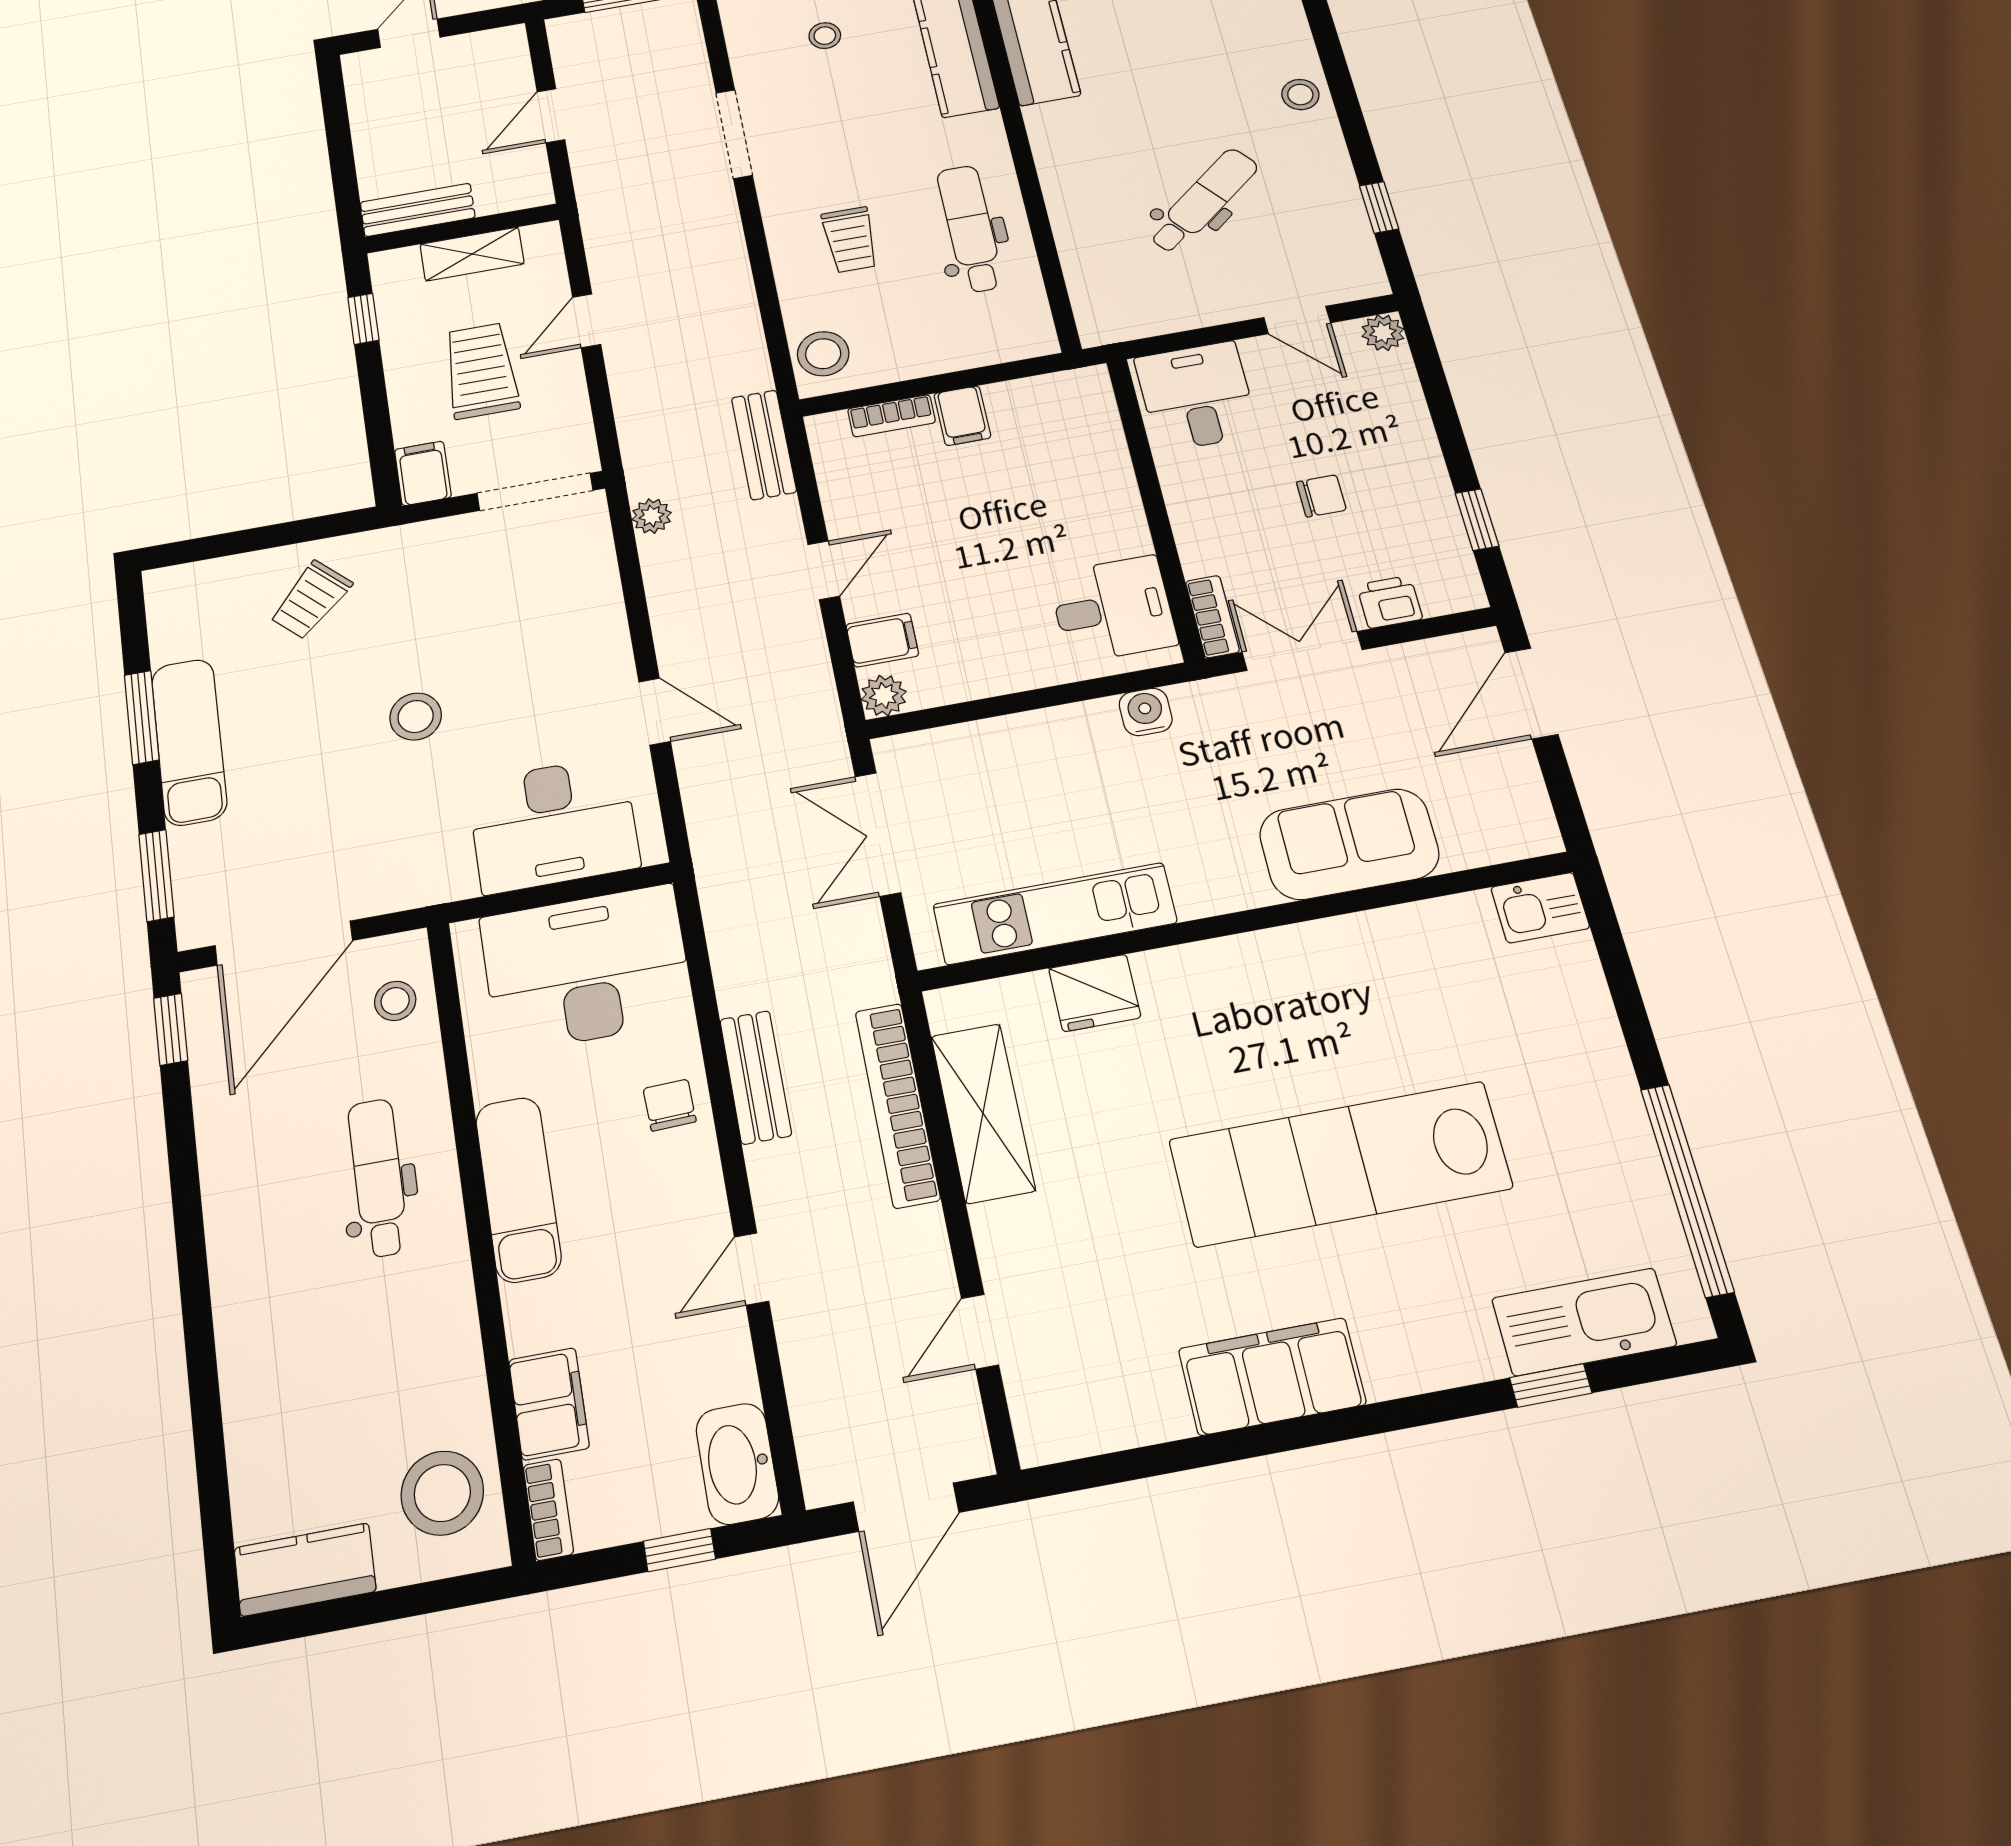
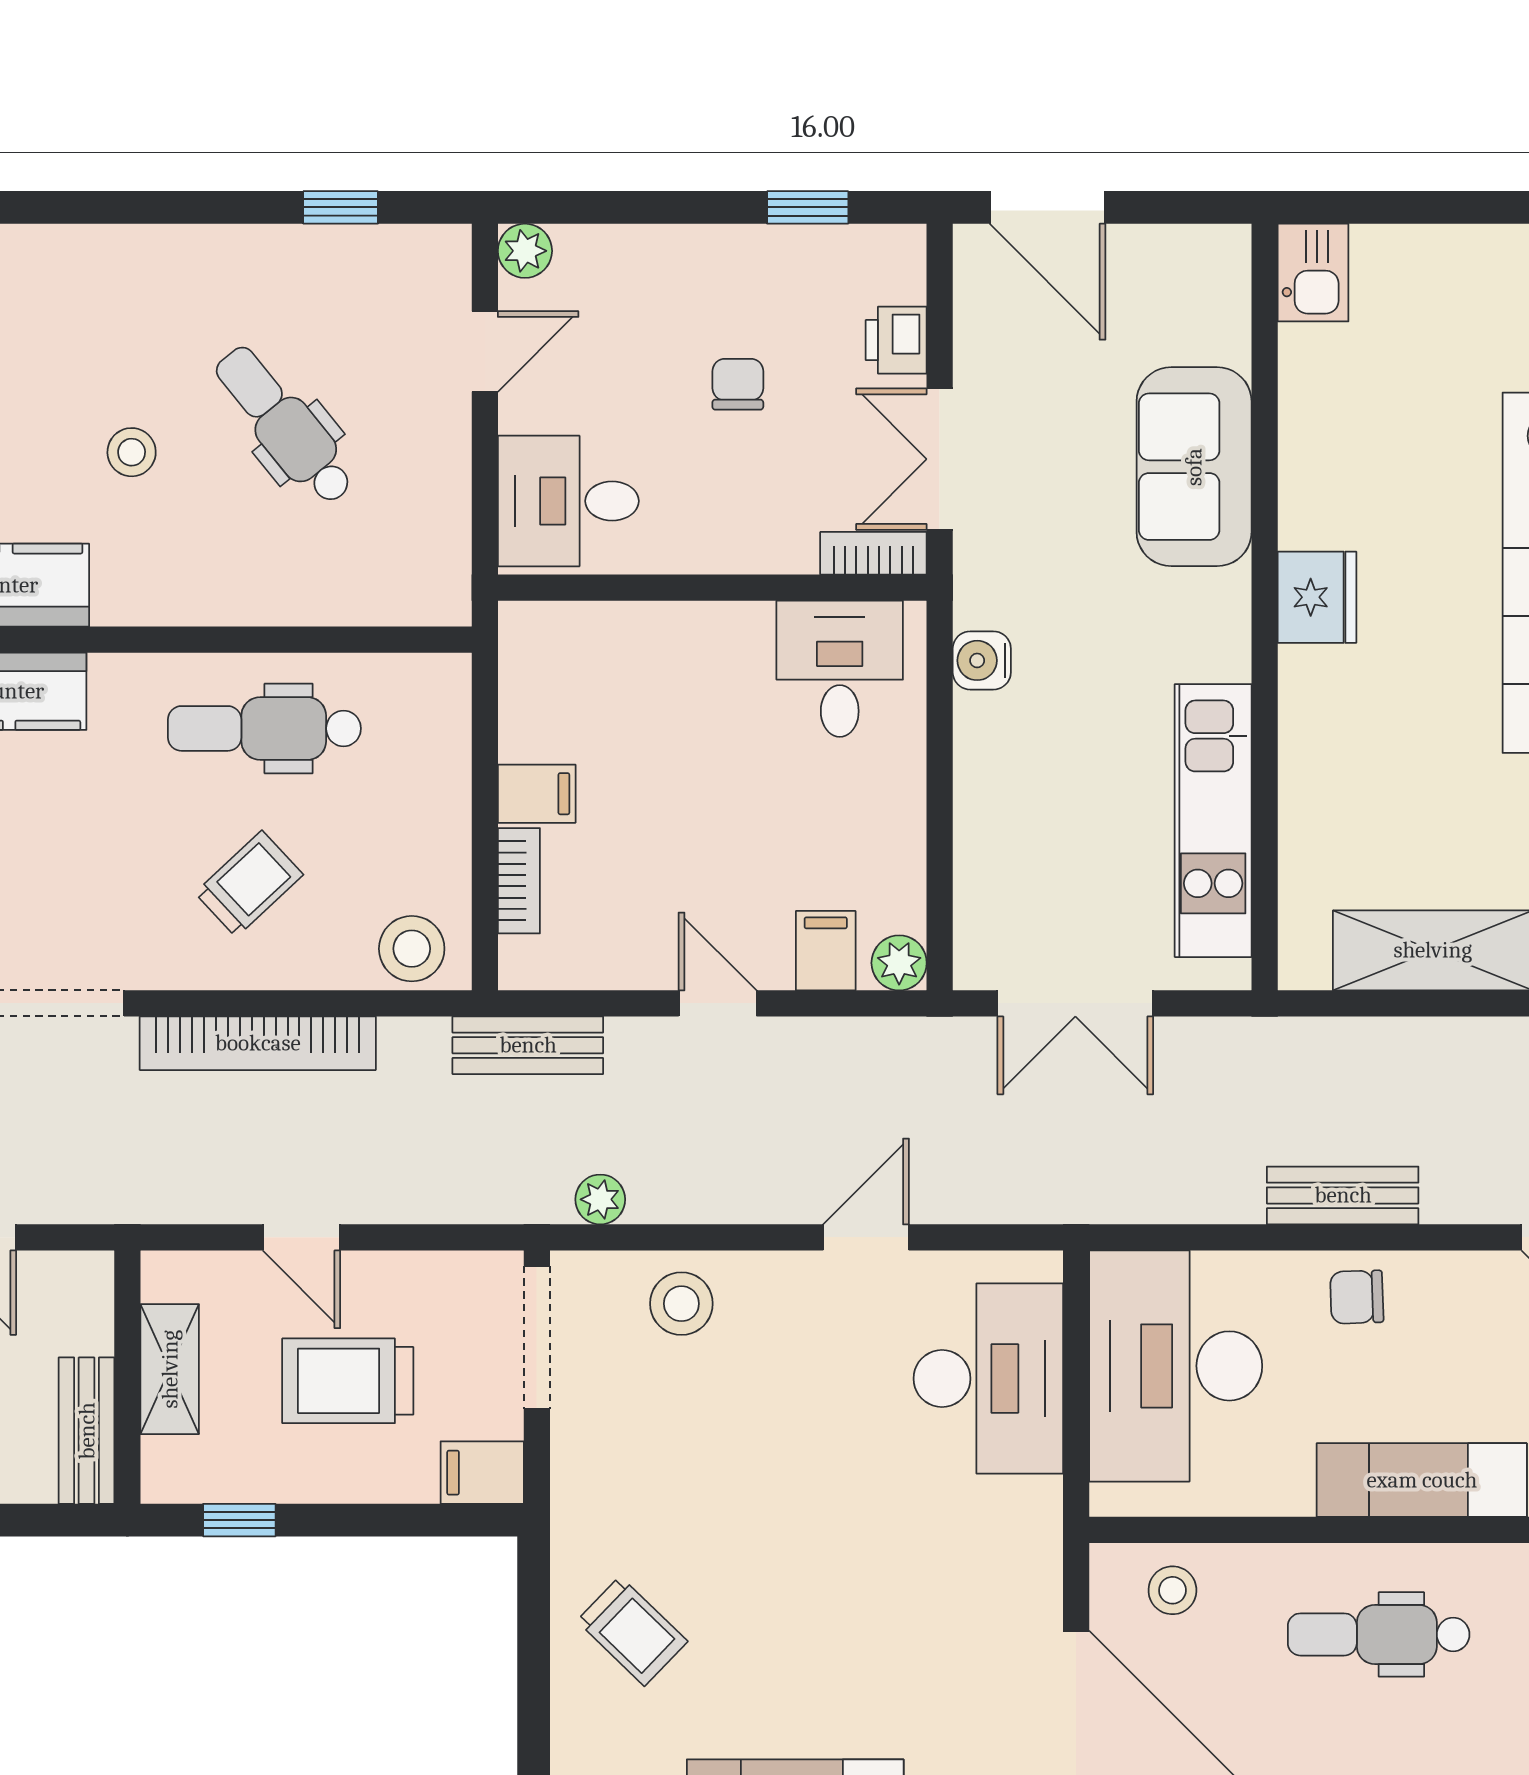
stool: (1300, 95) -> (132, 452), moved
trolley: (850, 240) -> (249, 884), turned -43
stool: (416, 717) -> (681, 1304), moved
fridge: (1095, 993) -> (1317, 597), moved
bookcase: (897, 1105) -> (258, 1043), moved

